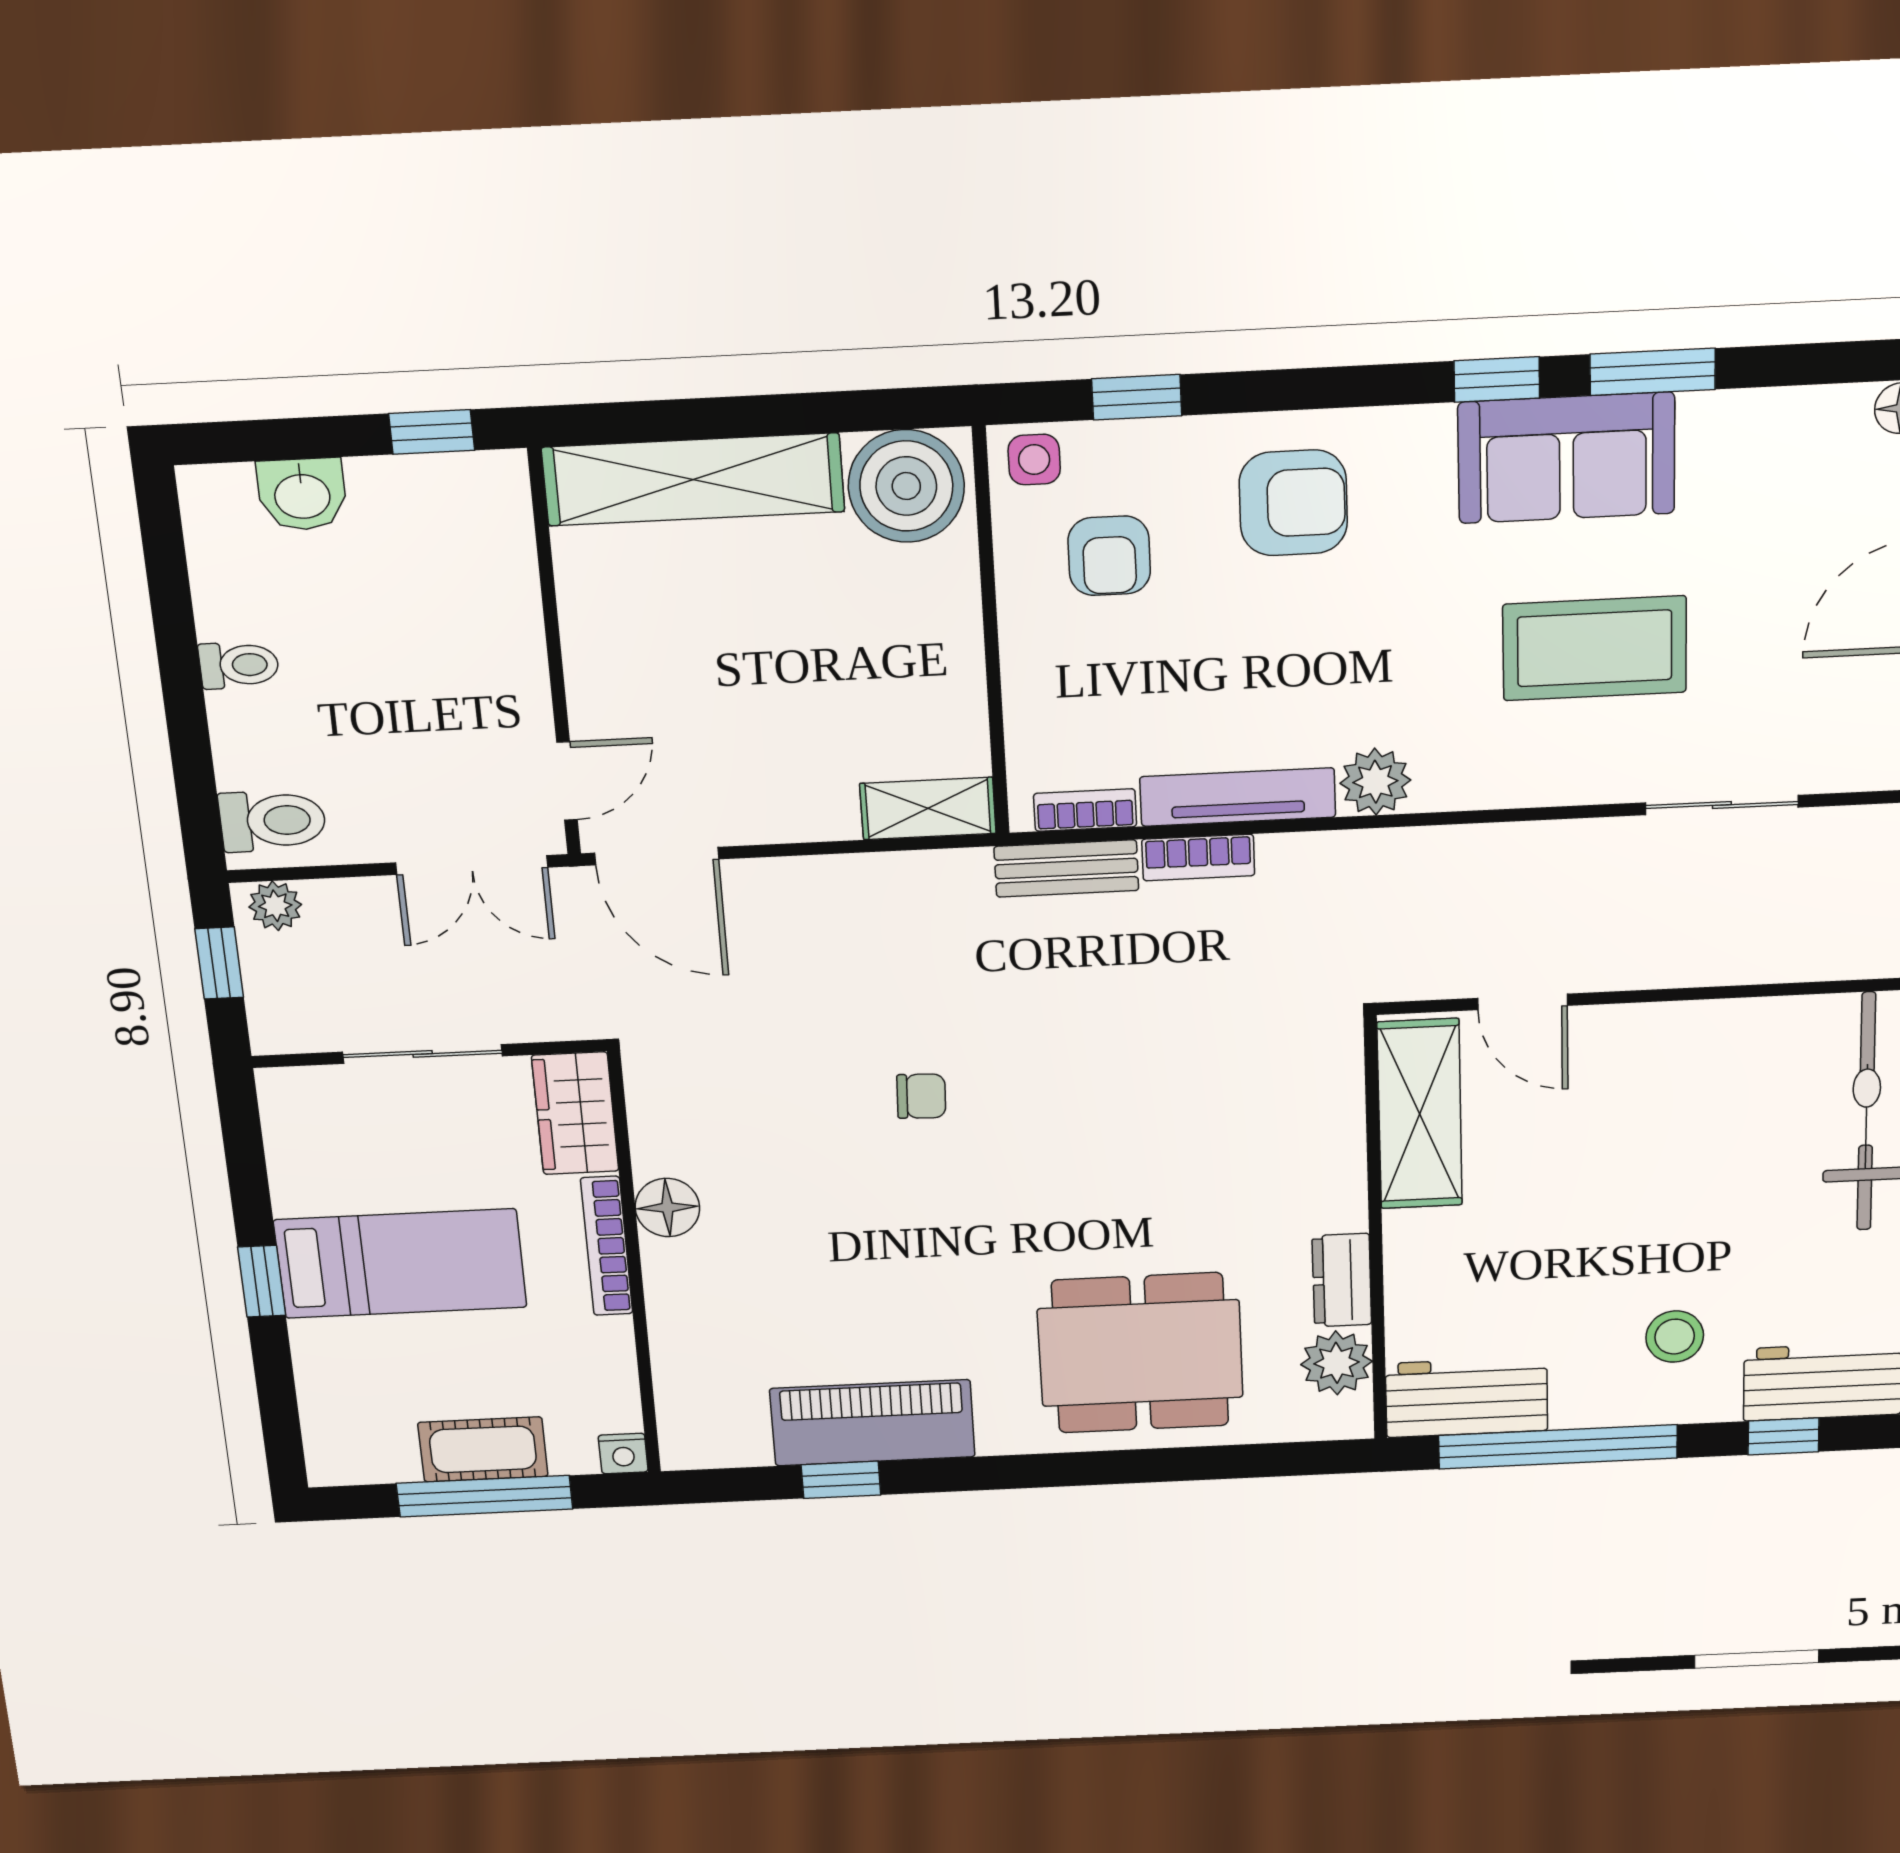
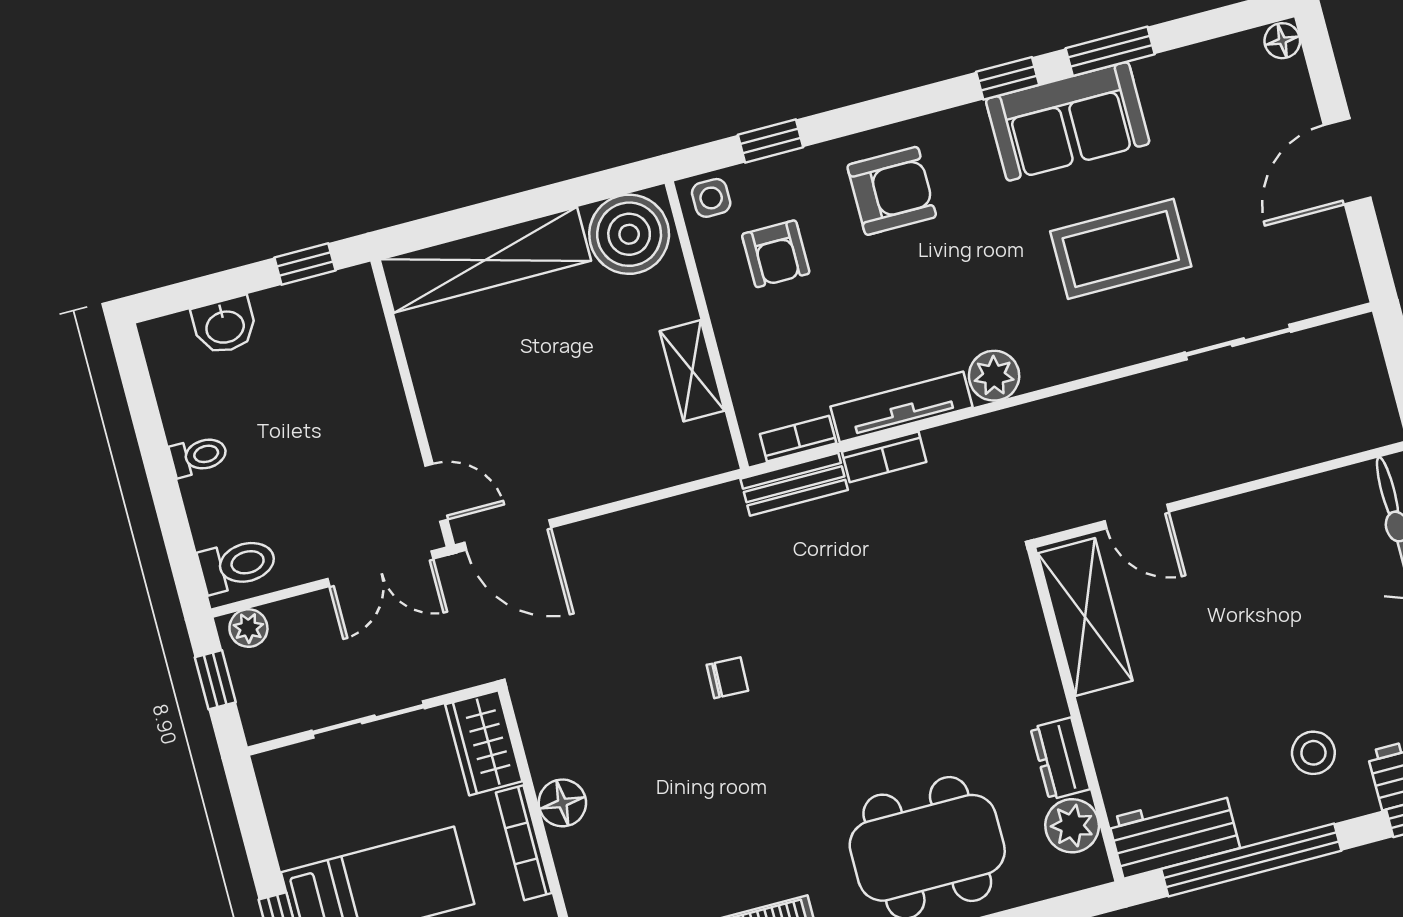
door: (567, 781) -> (436, 493), hinge flipped
shelving: (928, 808) -> (692, 371), moved, turned 90

